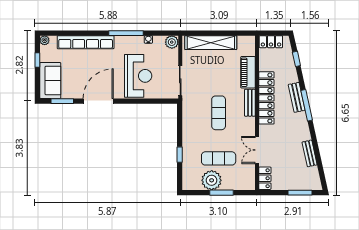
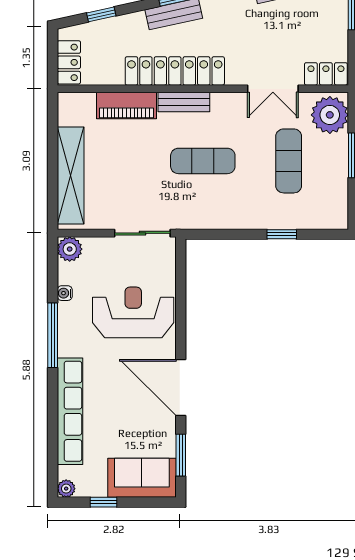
plant: (212, 180) -> (330, 115), moved

